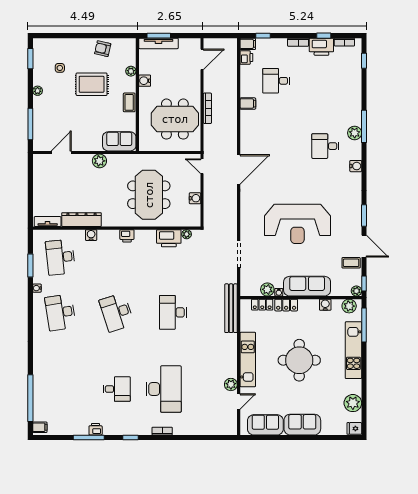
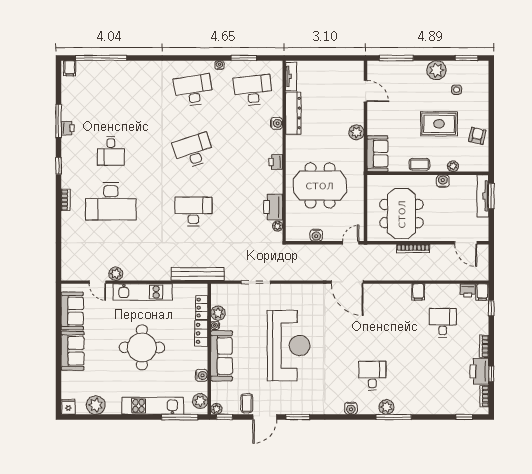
rug: (92, 84) -> (439, 124), turned 90
plant: (38, 91) -> (436, 70), width x1.88, depth x1.88
reception desk: (297, 224) -> (289, 346), turned 180

